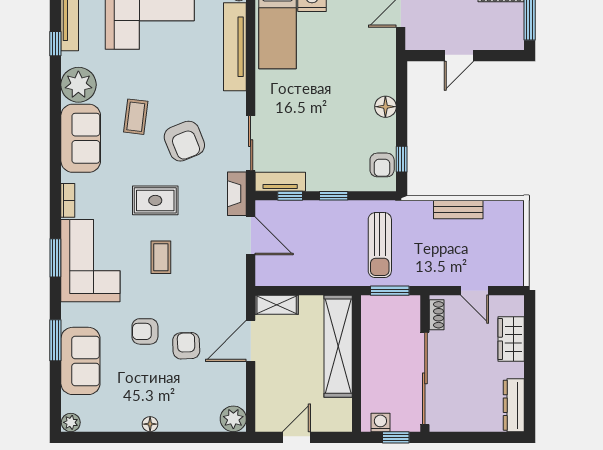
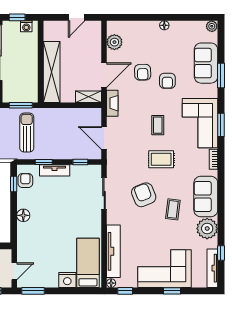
tv unit: (280, 182) -> (55, 170), moved
fireplace: (237, 194) -> (112, 103), moved
window: (334, 196) -> (44, 162), moved
armchair: (145, 331) -> (167, 81), turned 90
plant: (233, 419) -> (114, 42), moved

